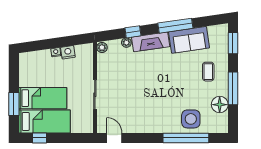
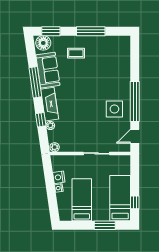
bed: (43, 98) -> (82, 200), moved
floor lamp: (220, 105) -> (43, 43), moved
side table: (191, 119) -> (114, 109), moved
window: (186, 138) -> (135, 101), moved

